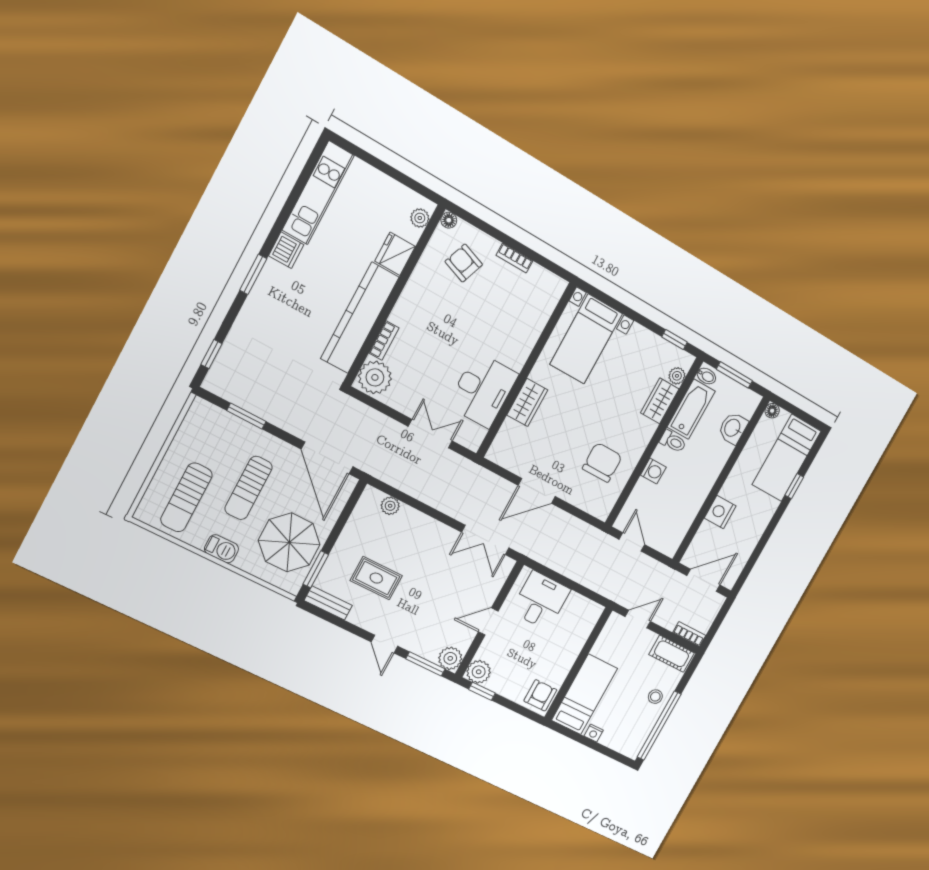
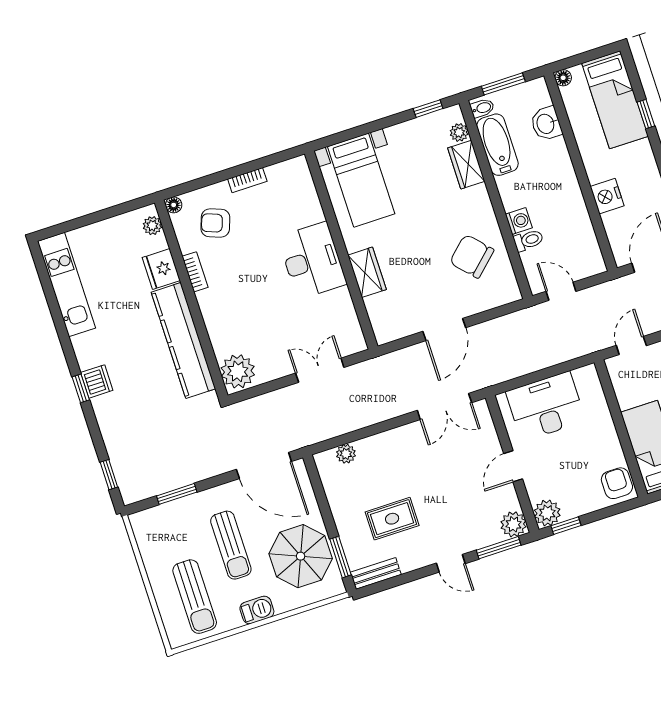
dishwasher: (286, 250) -> (97, 381), moved
window: (253, 274) -> (81, 388), width x0.67
bookcase: (384, 341) -> (195, 272), moved
desk: (483, 390) -> (312, 260), moved
toilet: (673, 441) -> (528, 240), moved
chair: (602, 462) -> (472, 256), turned -43
desk: (541, 600) -> (546, 406), width x1.37

